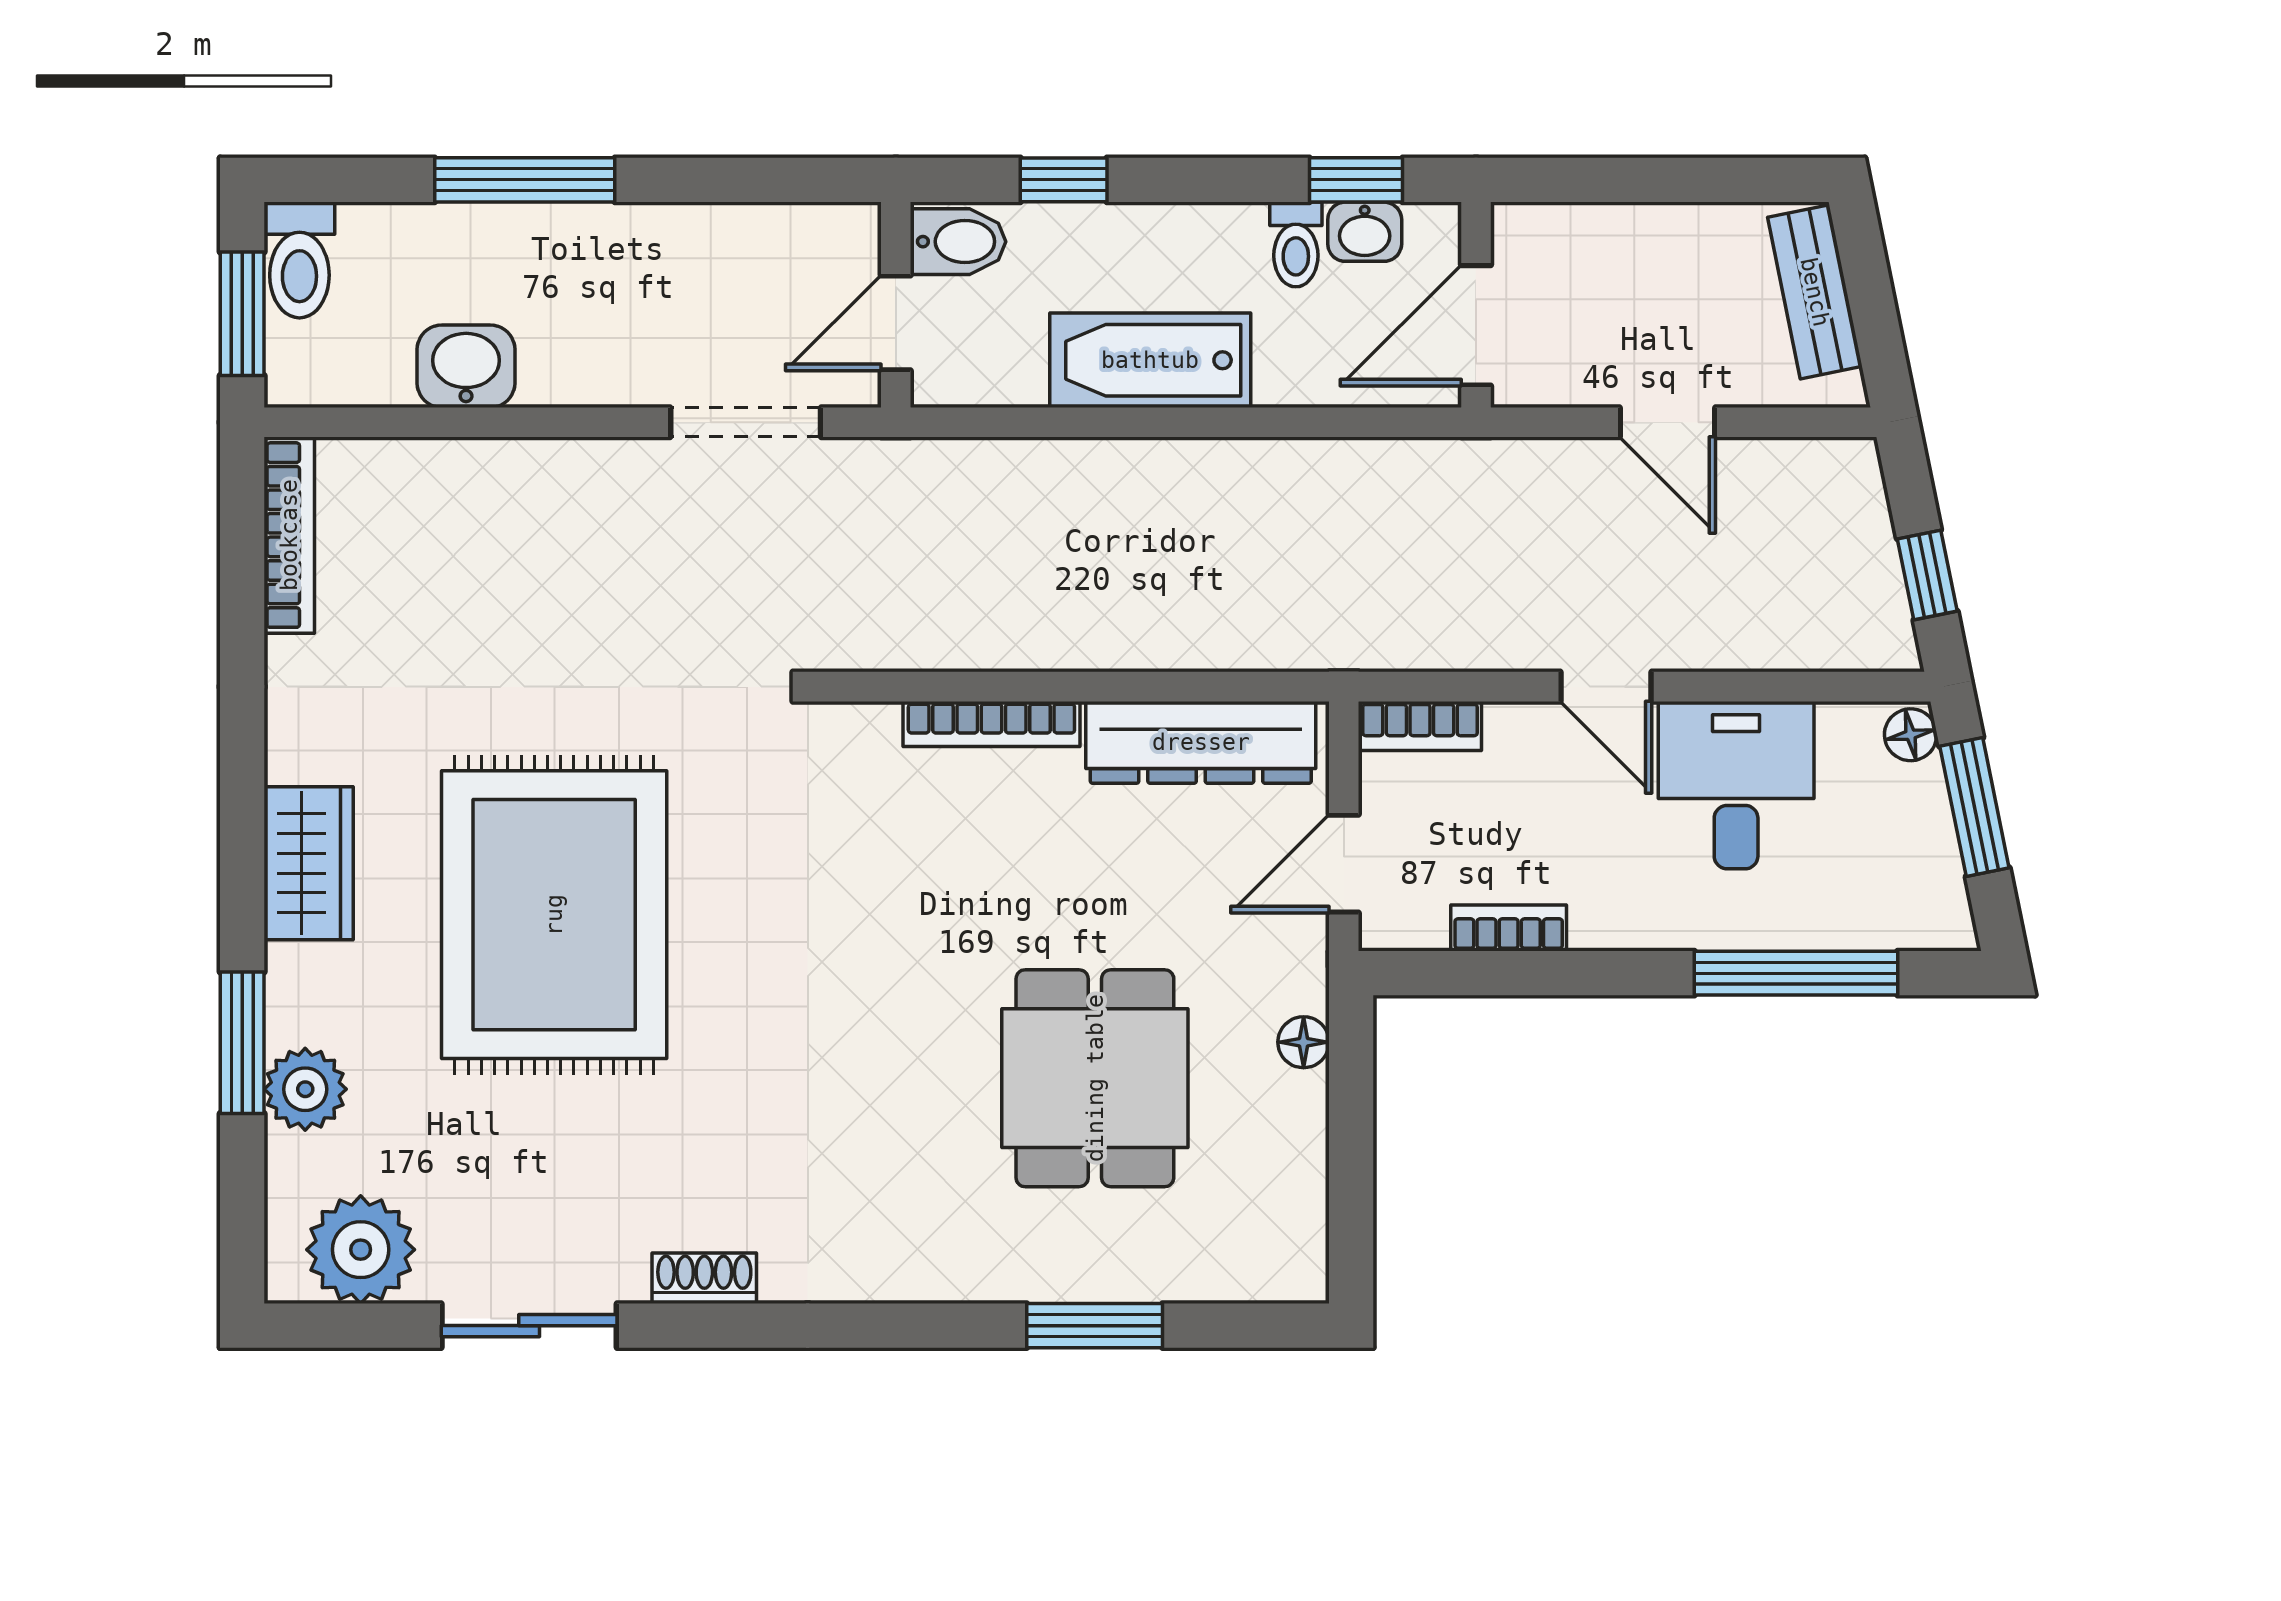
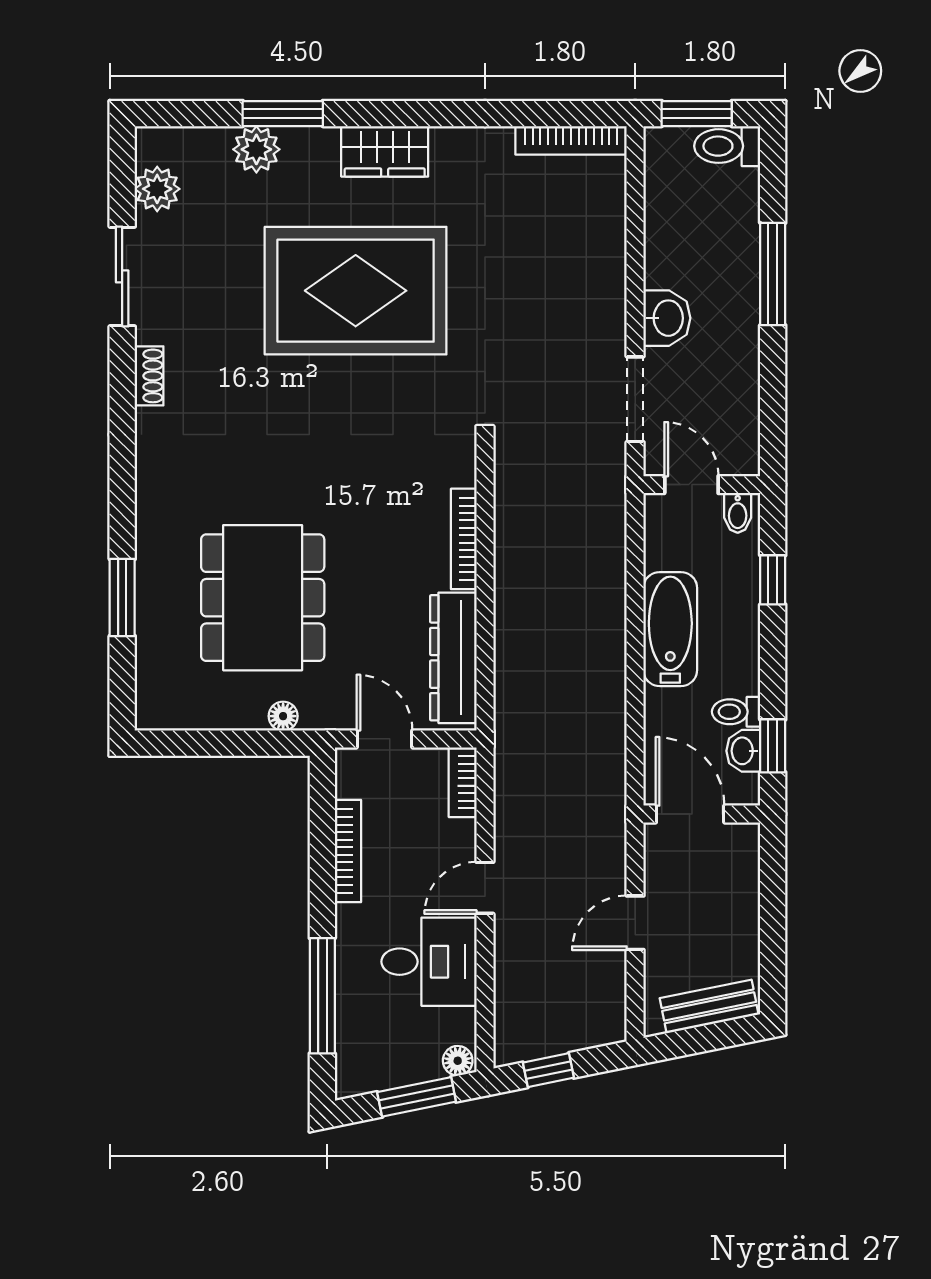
bidet: (958, 242) -> (738, 513), width x0.72, depth x0.74
washbasin: (466, 366) -> (667, 318), moved
bookcase: (1509, 928) -> (348, 851), width x1.56
dining table: (1095, 1078) -> (263, 598), width x1.38
plant: (361, 1250) -> (157, 189), width x0.73, depth x0.73

